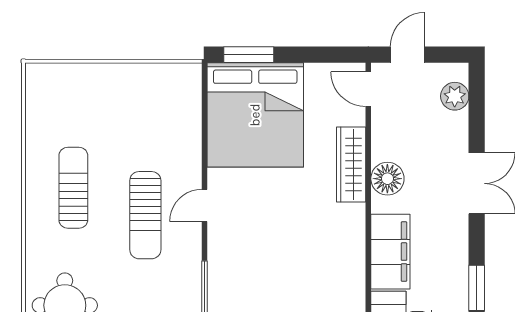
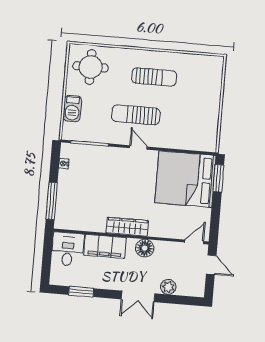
plant: (455, 96) -> (168, 287), moved
wardrobe: (351, 165) -> (127, 227), moved

